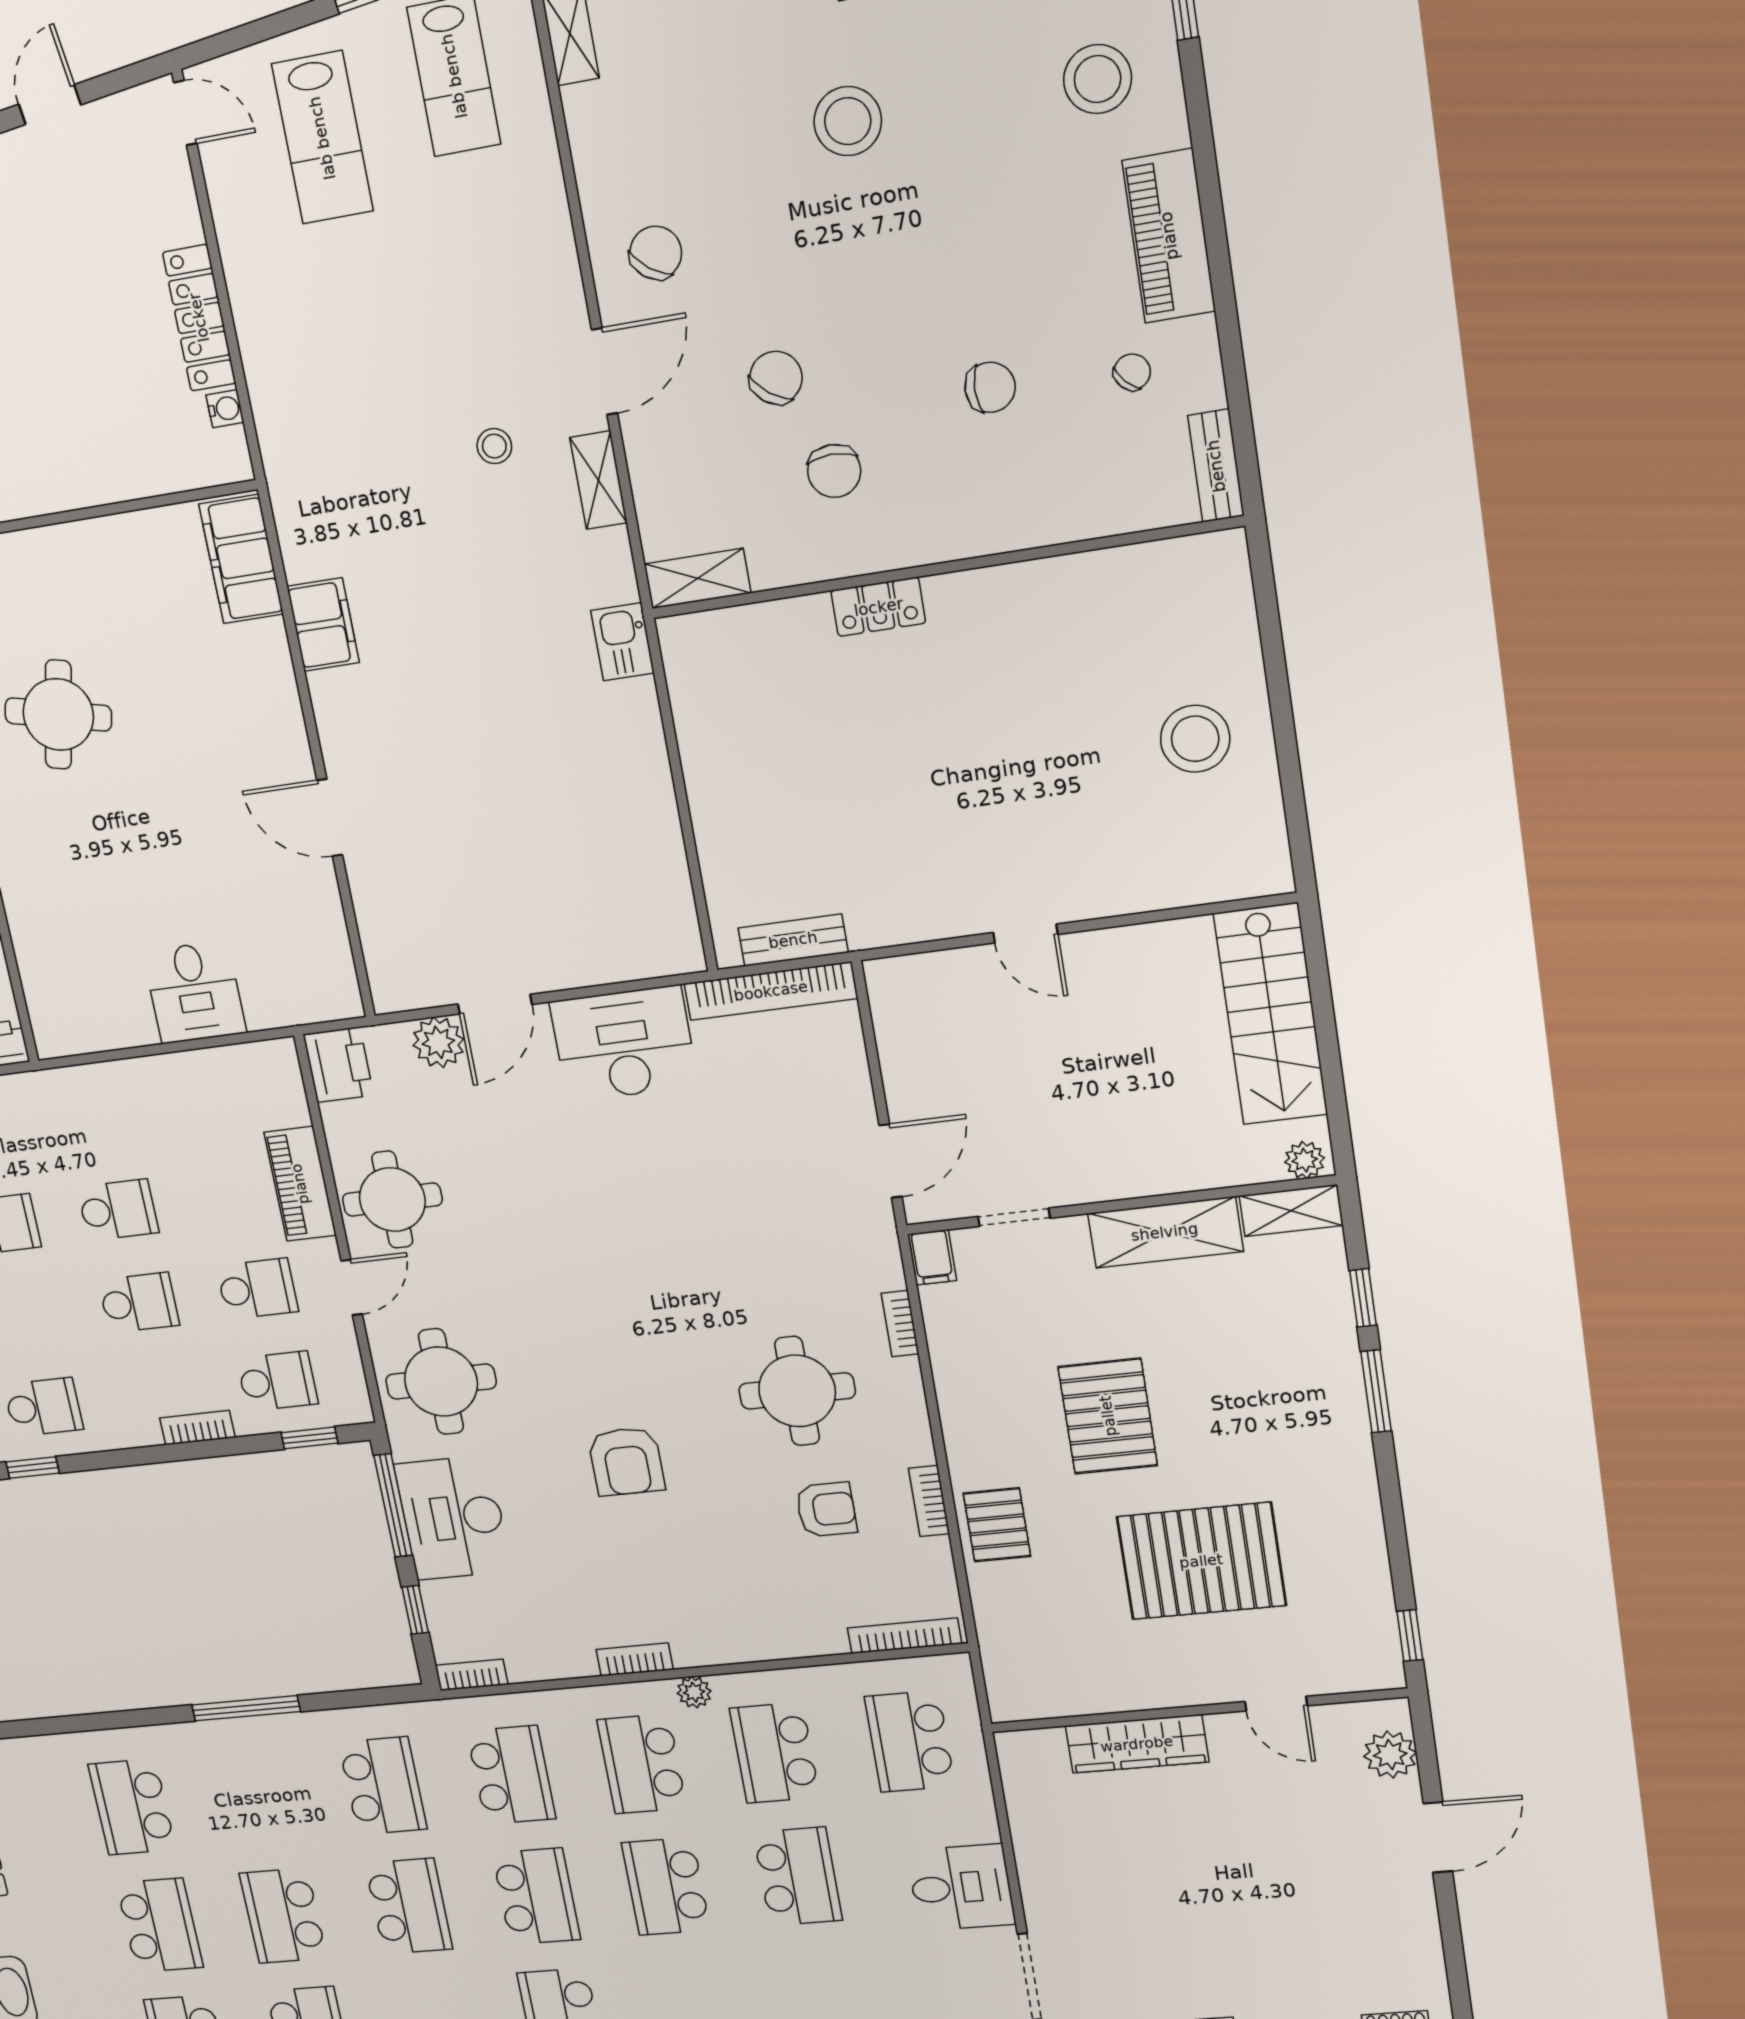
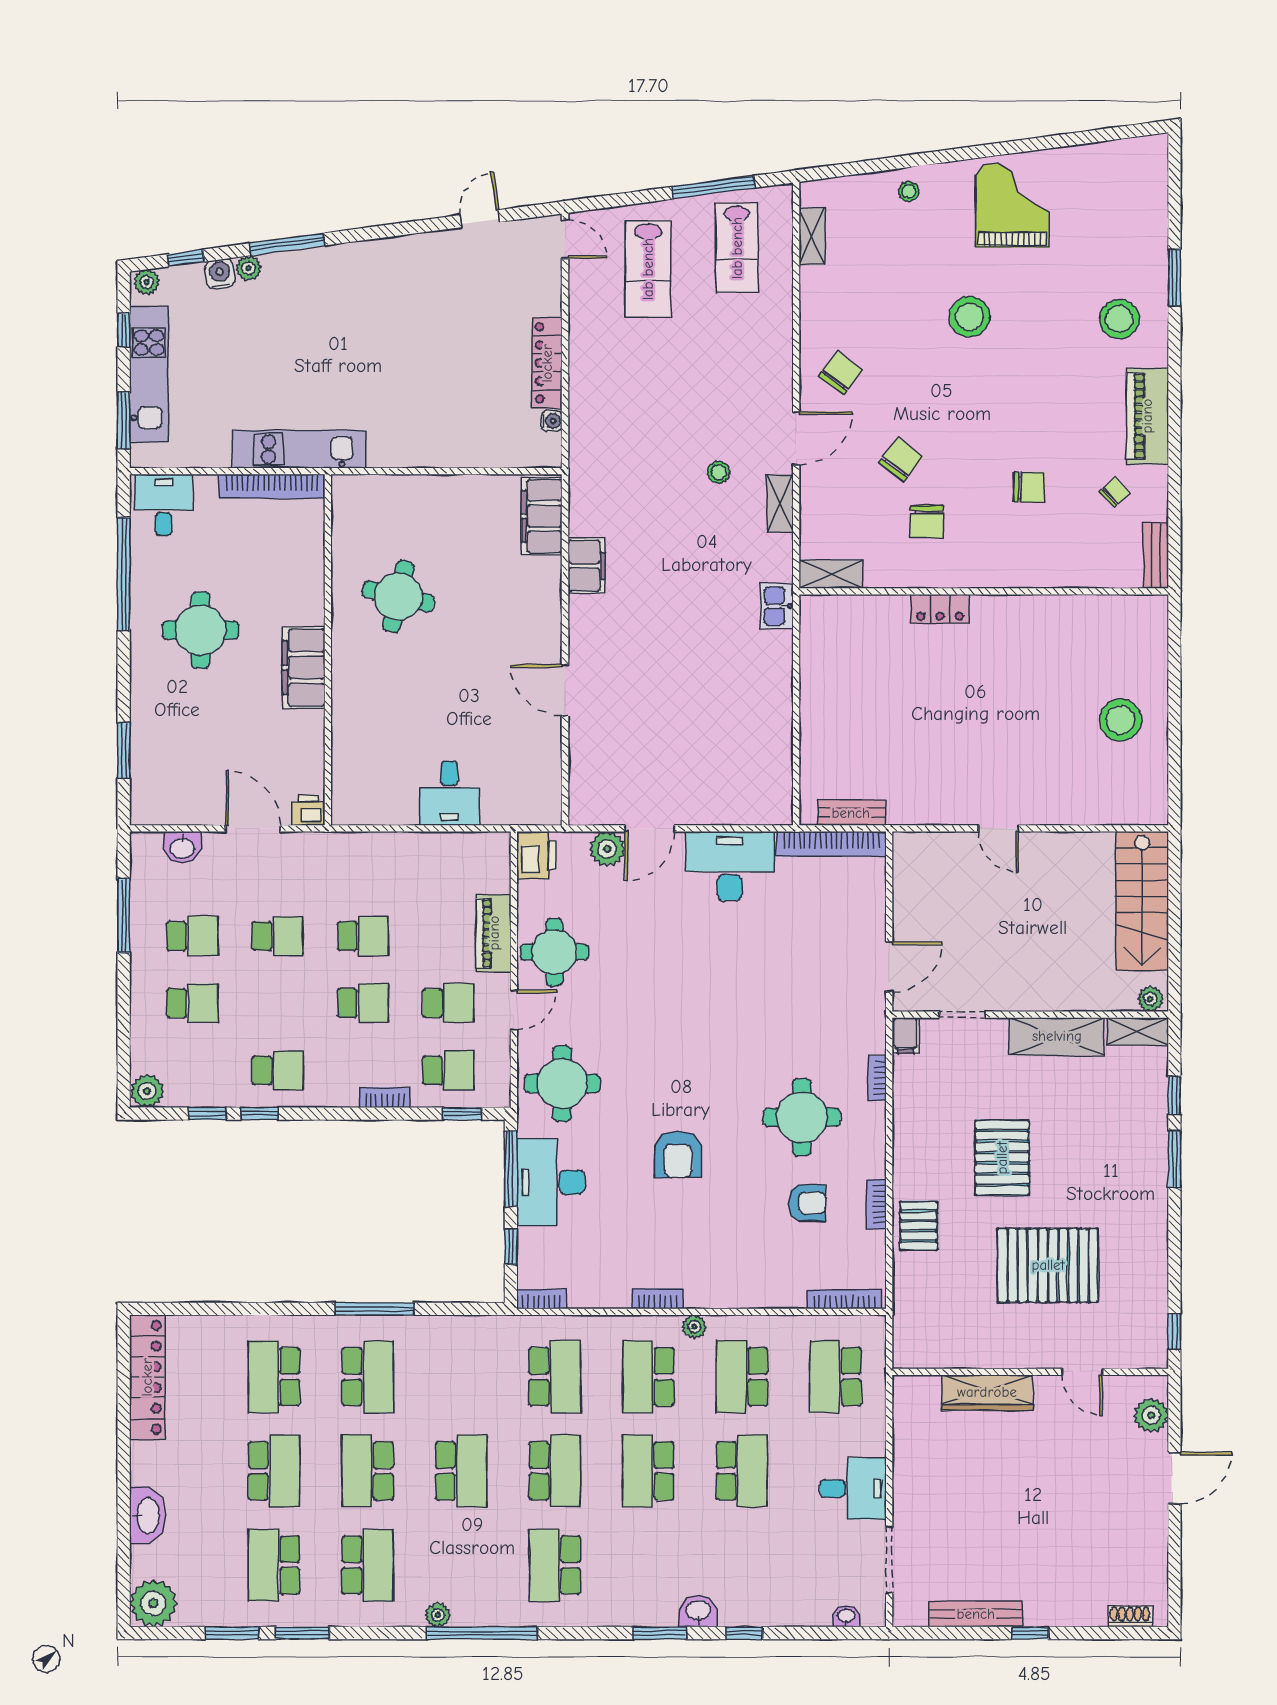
school desk: (383, 1786) -> (368, 1377), moved

